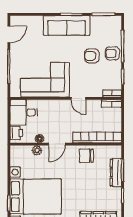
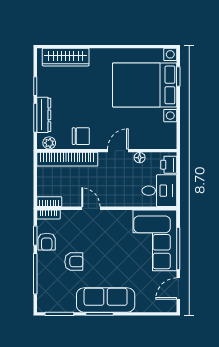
armchair: (112, 53) -> (47, 242), moved, turned 90
corner sofa: (45, 80) -> (155, 240), moved, turned 90
plant: (37, 150) -> (49, 143), moved

